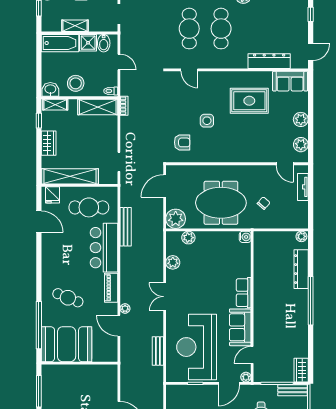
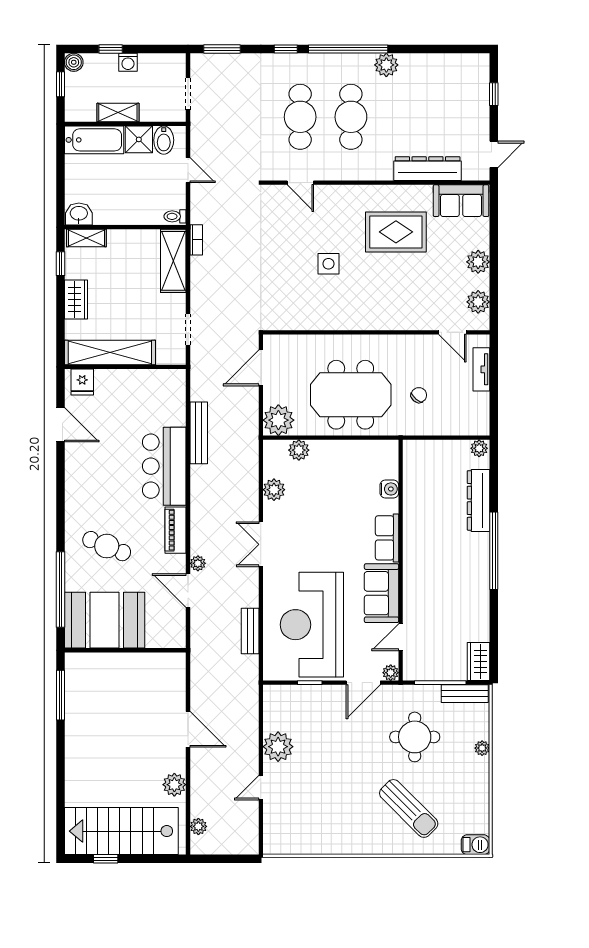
stool: (76, 83) -> (119, 204), removed
shelving: (98, 107) -> (173, 261), moved, turned 90
armchair: (182, 142) -> (289, 298), removed
cafe table: (89, 207) -> (140, 402), removed
water cooler: (245, 237) -> (389, 489), moved

